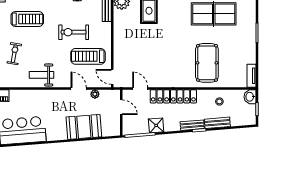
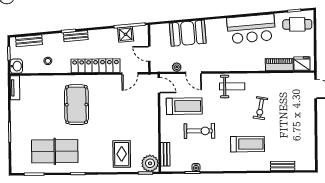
treadmill: (27, 19) -> (247, 144), turned 180
pool table: (207, 63) -> (77, 105), moved
door: (140, 89) -> (130, 73), hinge flipped
bench: (217, 123) -> (29, 41), moved
shower: (156, 125) -> (126, 34), moved

